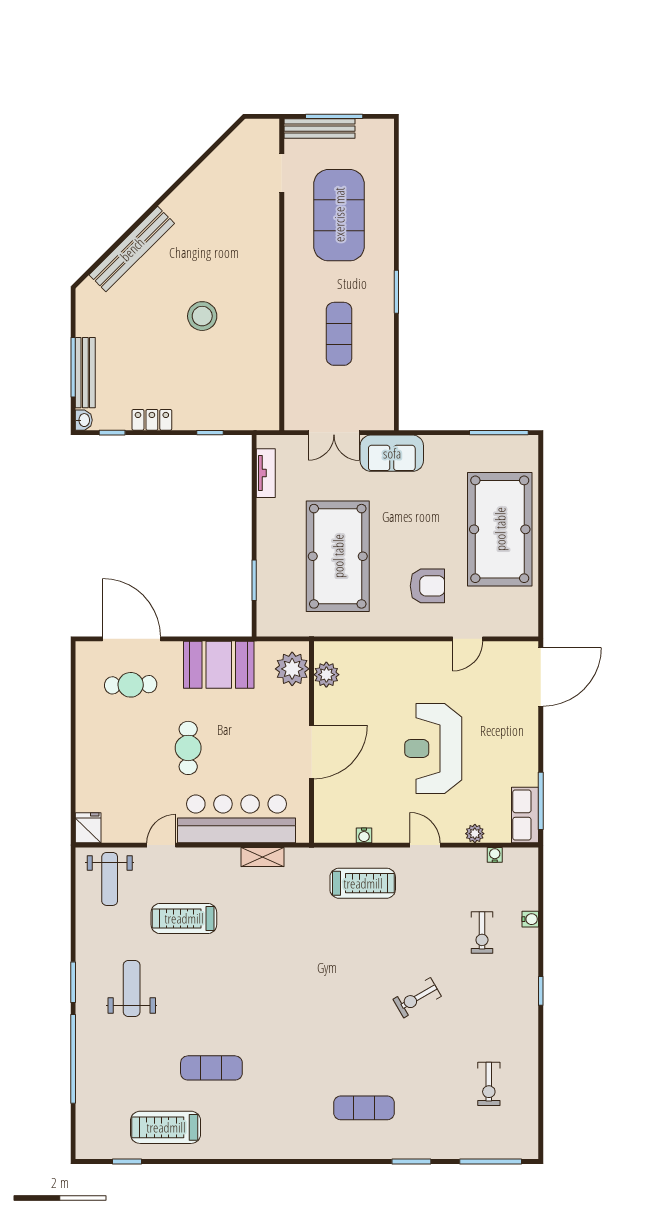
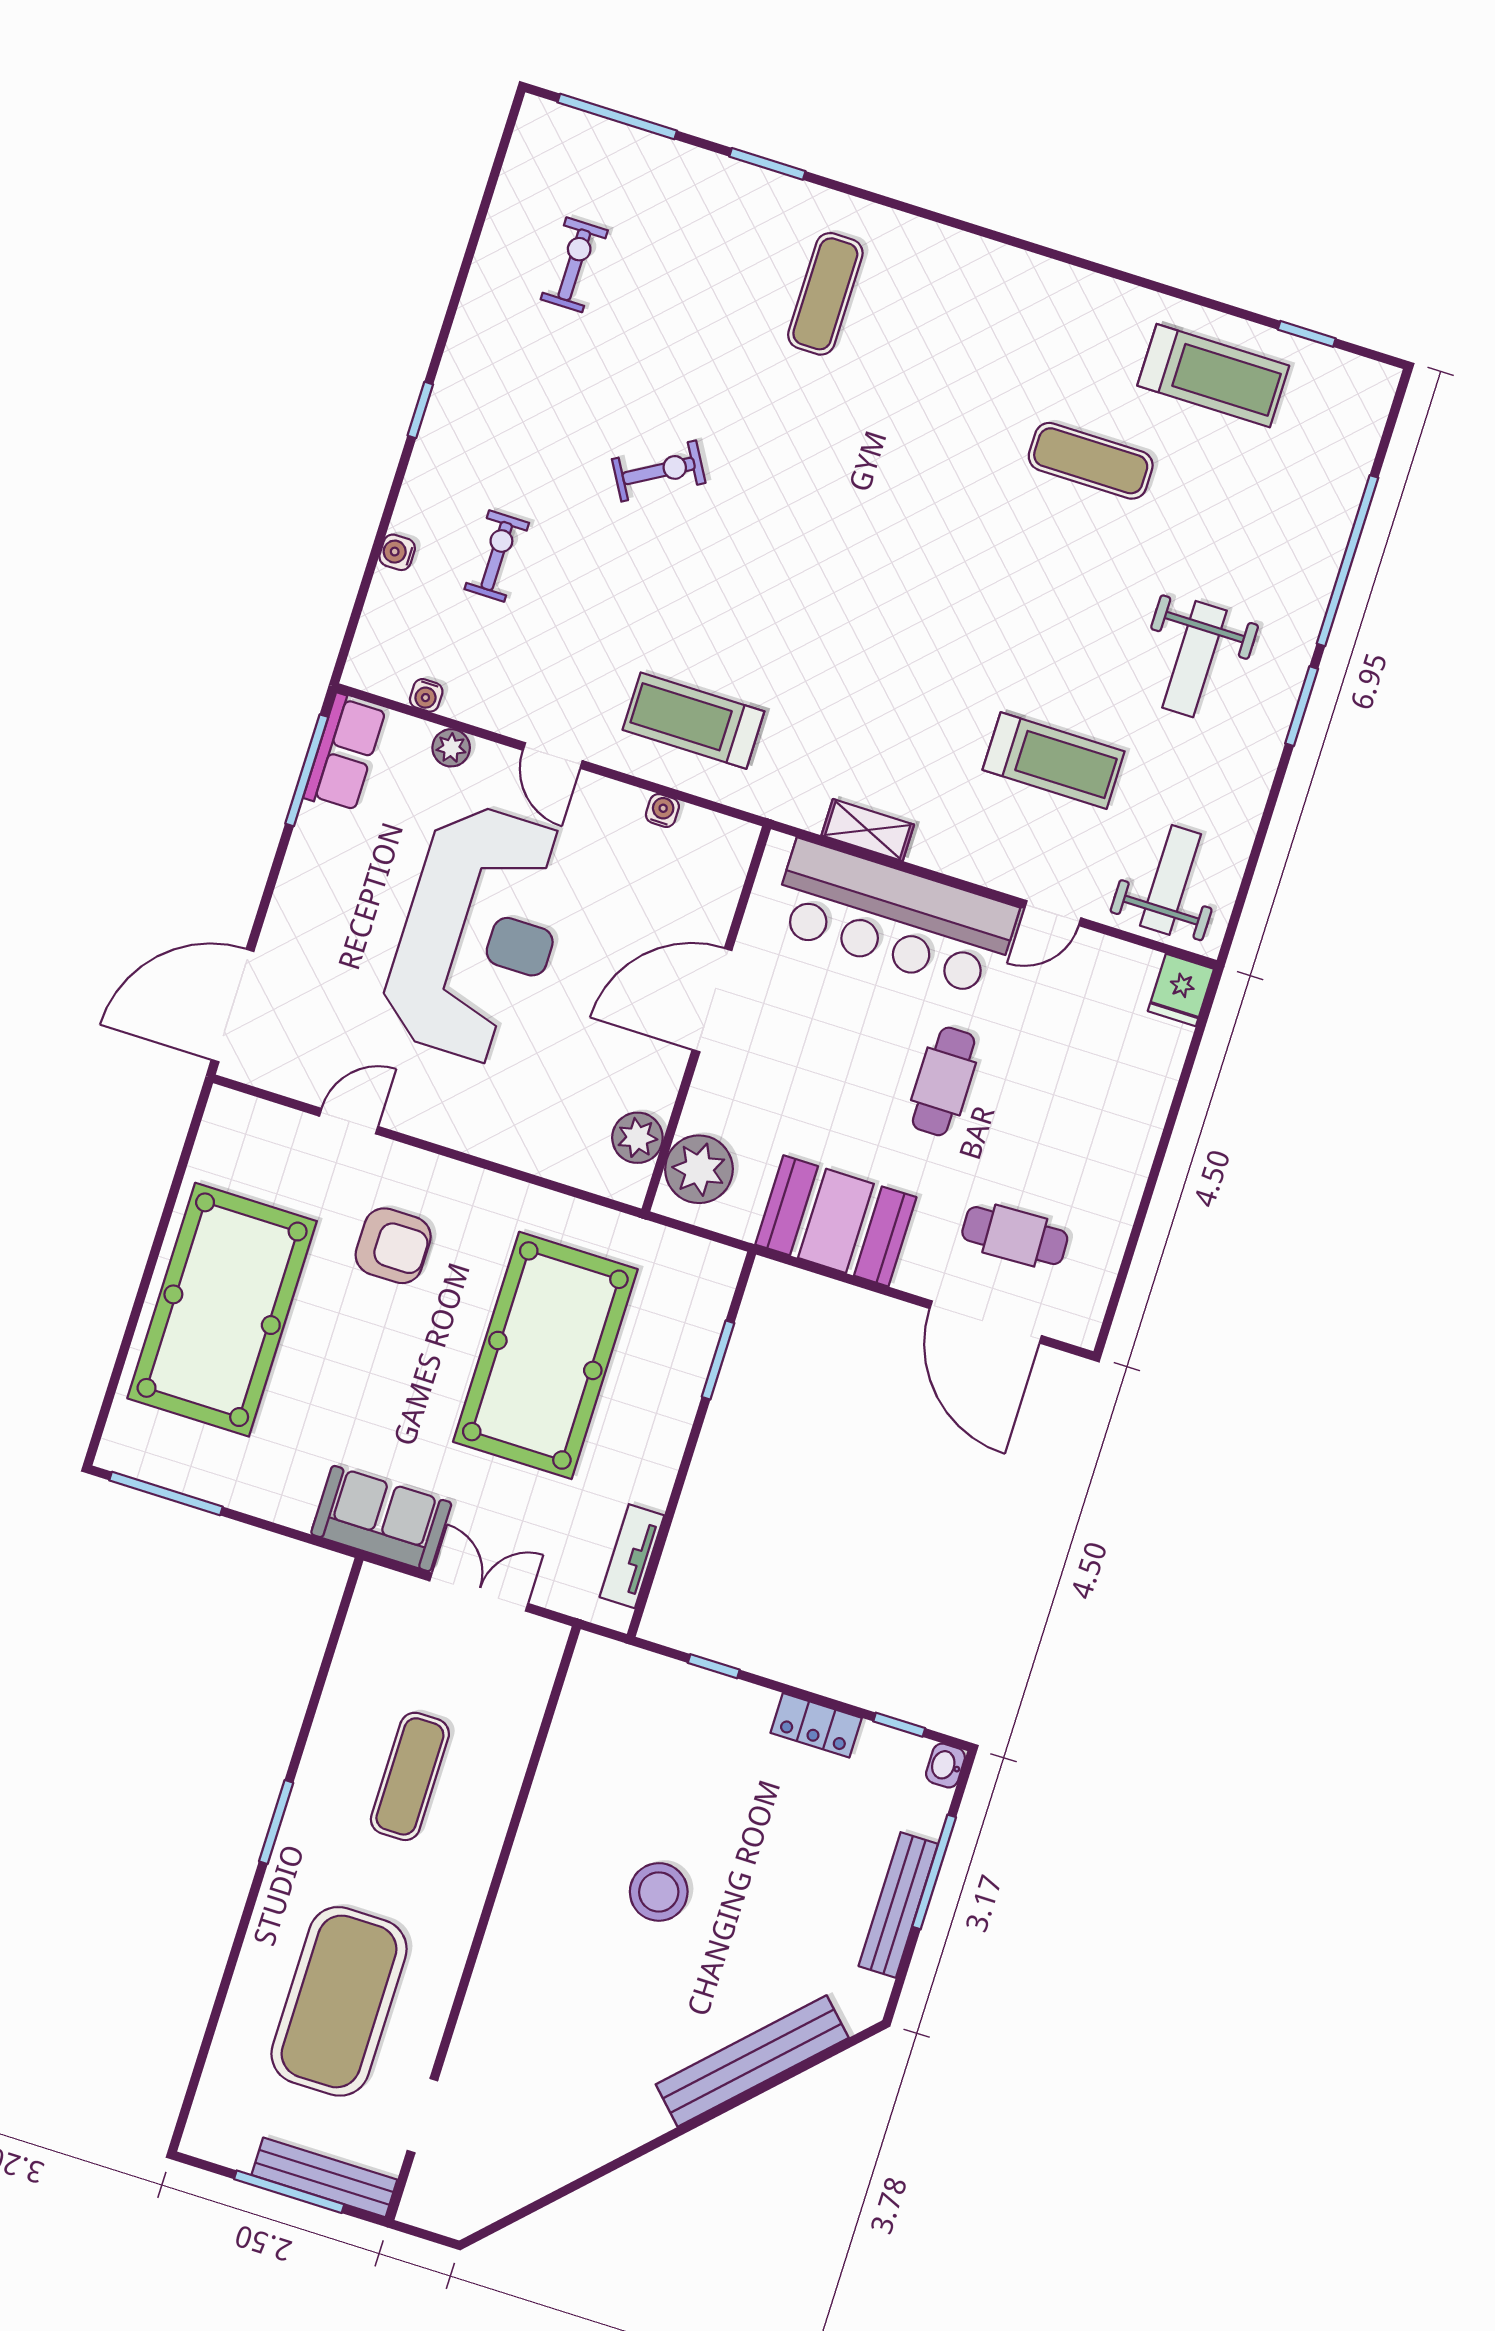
bench: (85, 373) -> (898, 1905), moved
armchair: (427, 586) -> (393, 1246), turned 180
reception desk: (433, 748) -> (479, 934), width x1.36, depth x1.30
exercise mat: (364, 1108) -> (825, 294), turned 90

